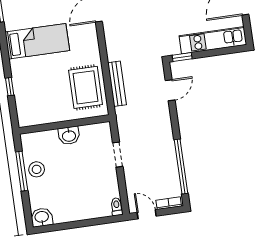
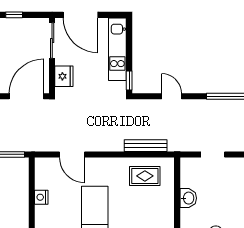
rug: (86, 87) -> (145, 176), width x0.73, depth x0.70
door: (170, 90) -> (172, 96), moved

